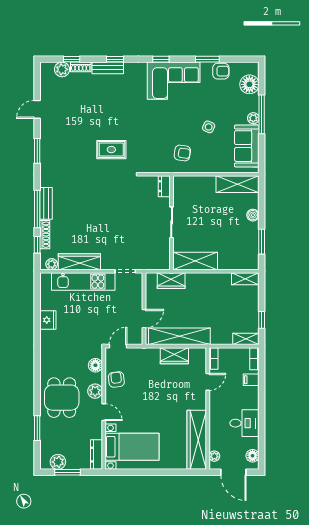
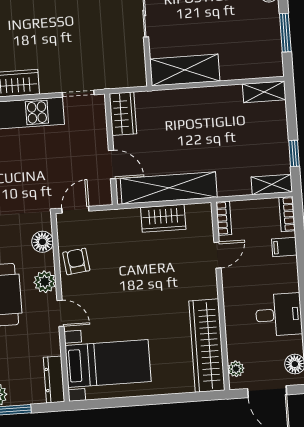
wardrobe: (171, 281) -> (123, 114), moved, turned -90
door: (144, 319) -> (112, 164), hinge flipped

